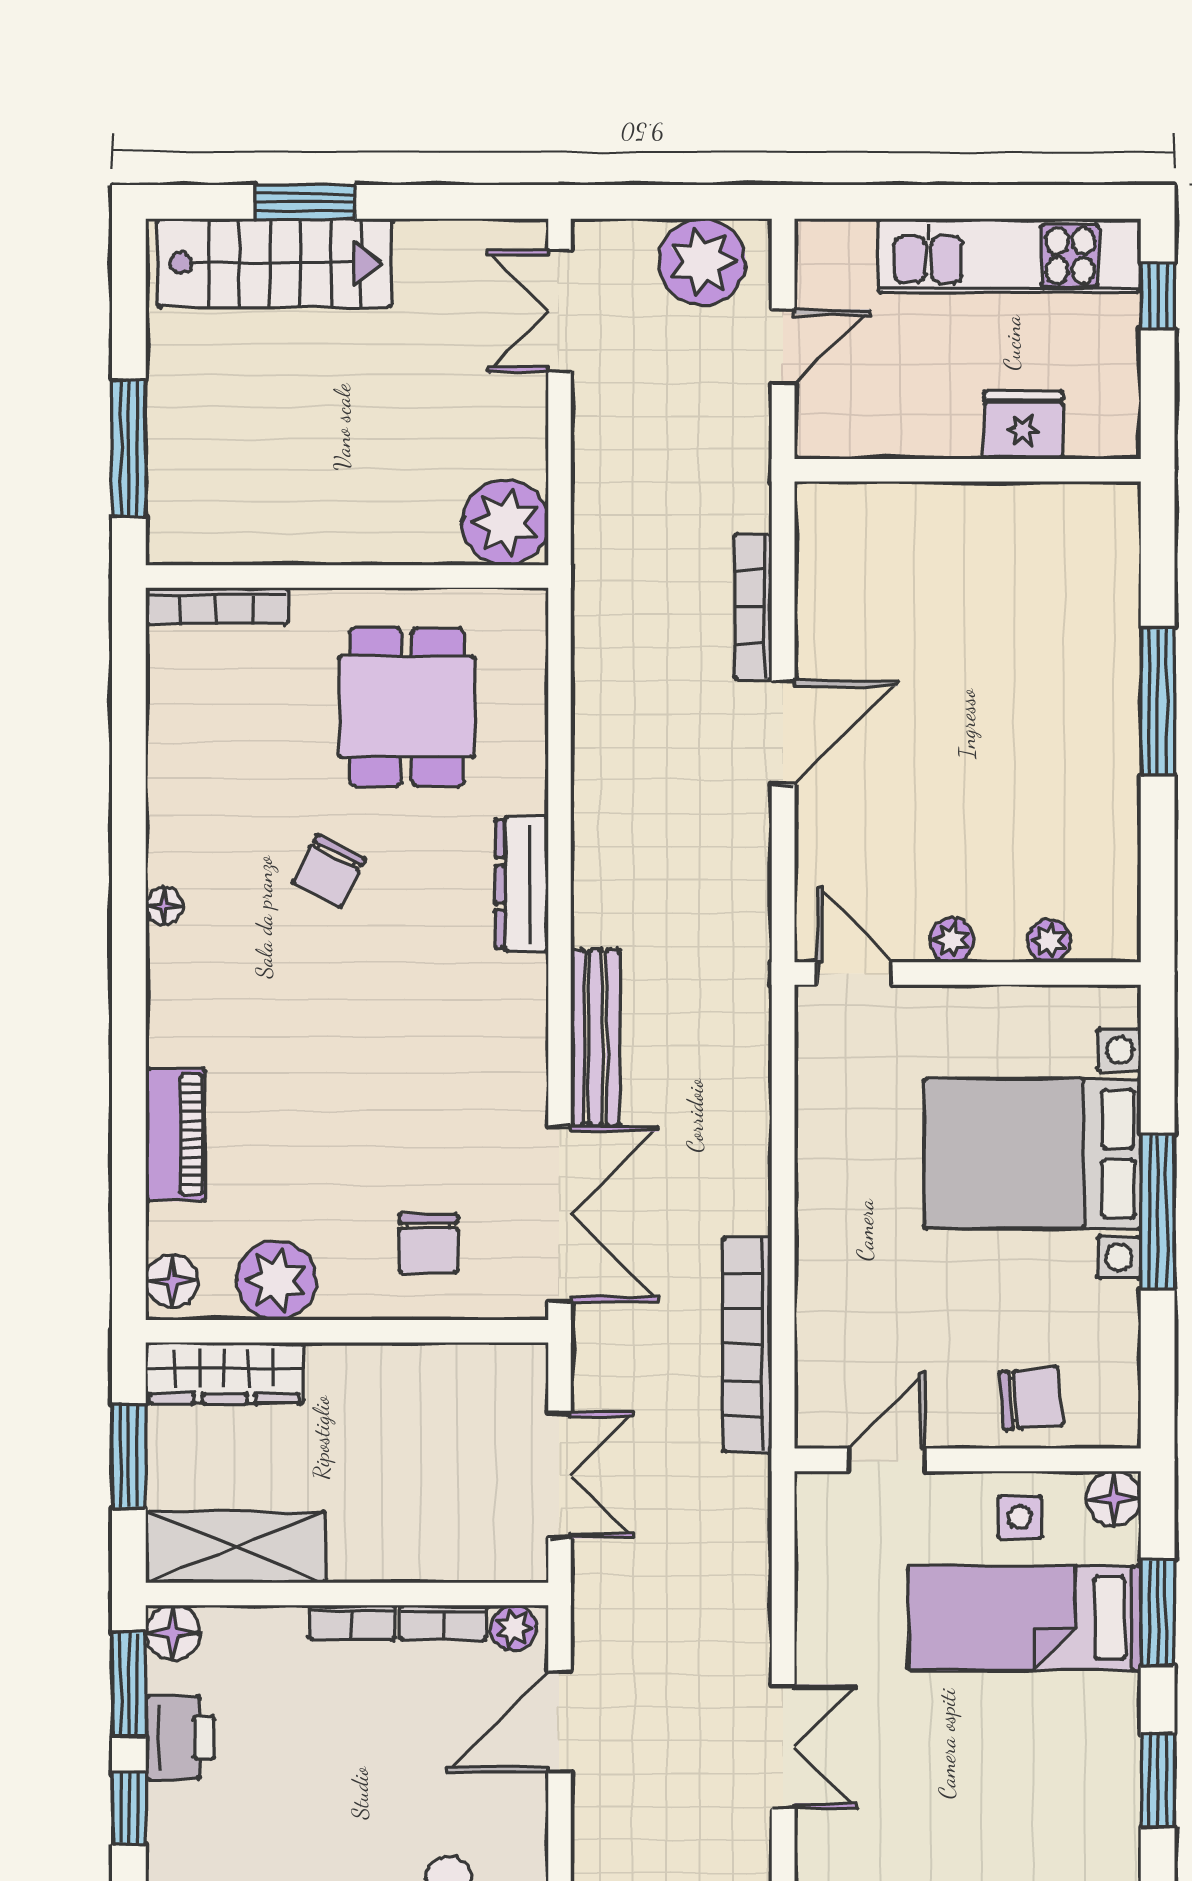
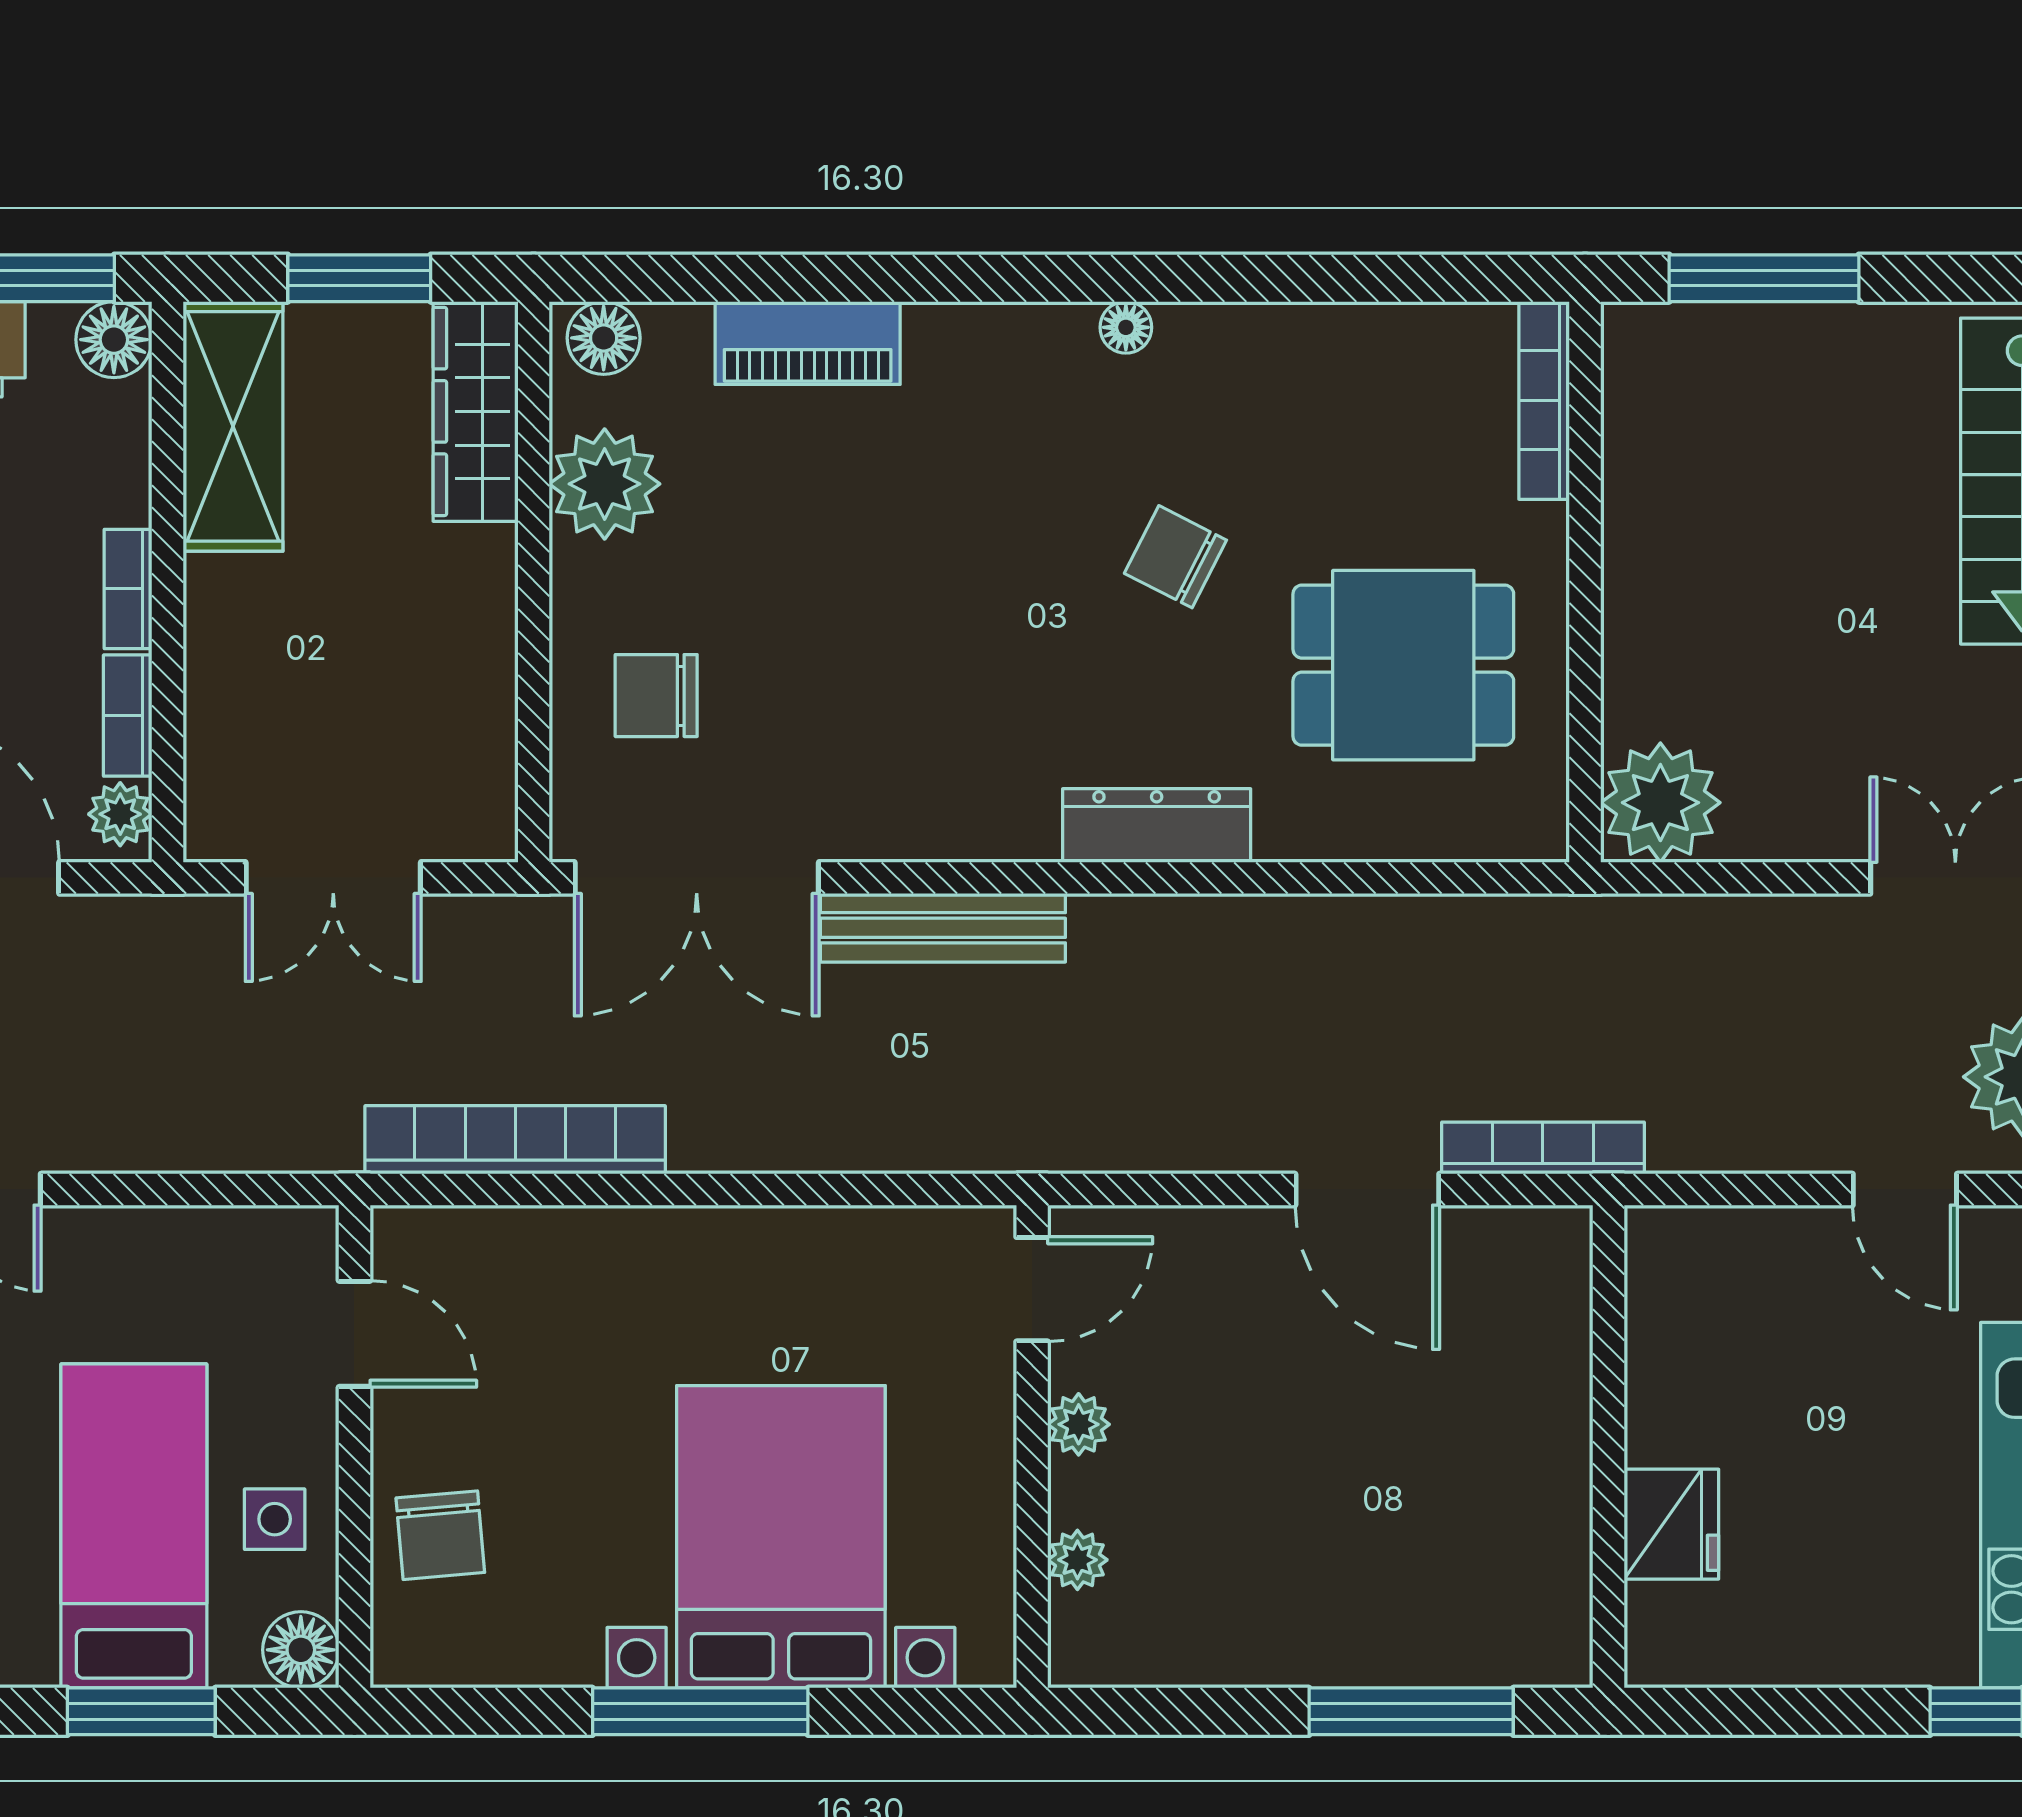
fridge: (1023, 425) -> (1671, 1524), moved
wall: (968, 470) -> (1608, 1446), moved

